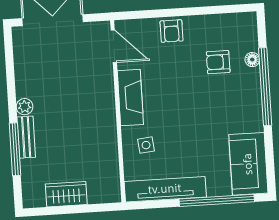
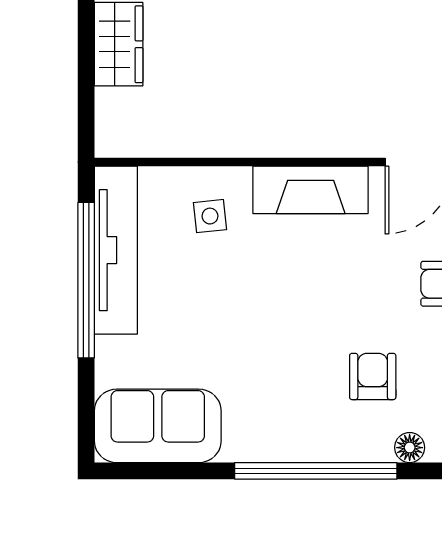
floor lamp: (252, 60) -> (410, 448), moved
window: (217, 200) -> (86, 280), moved

